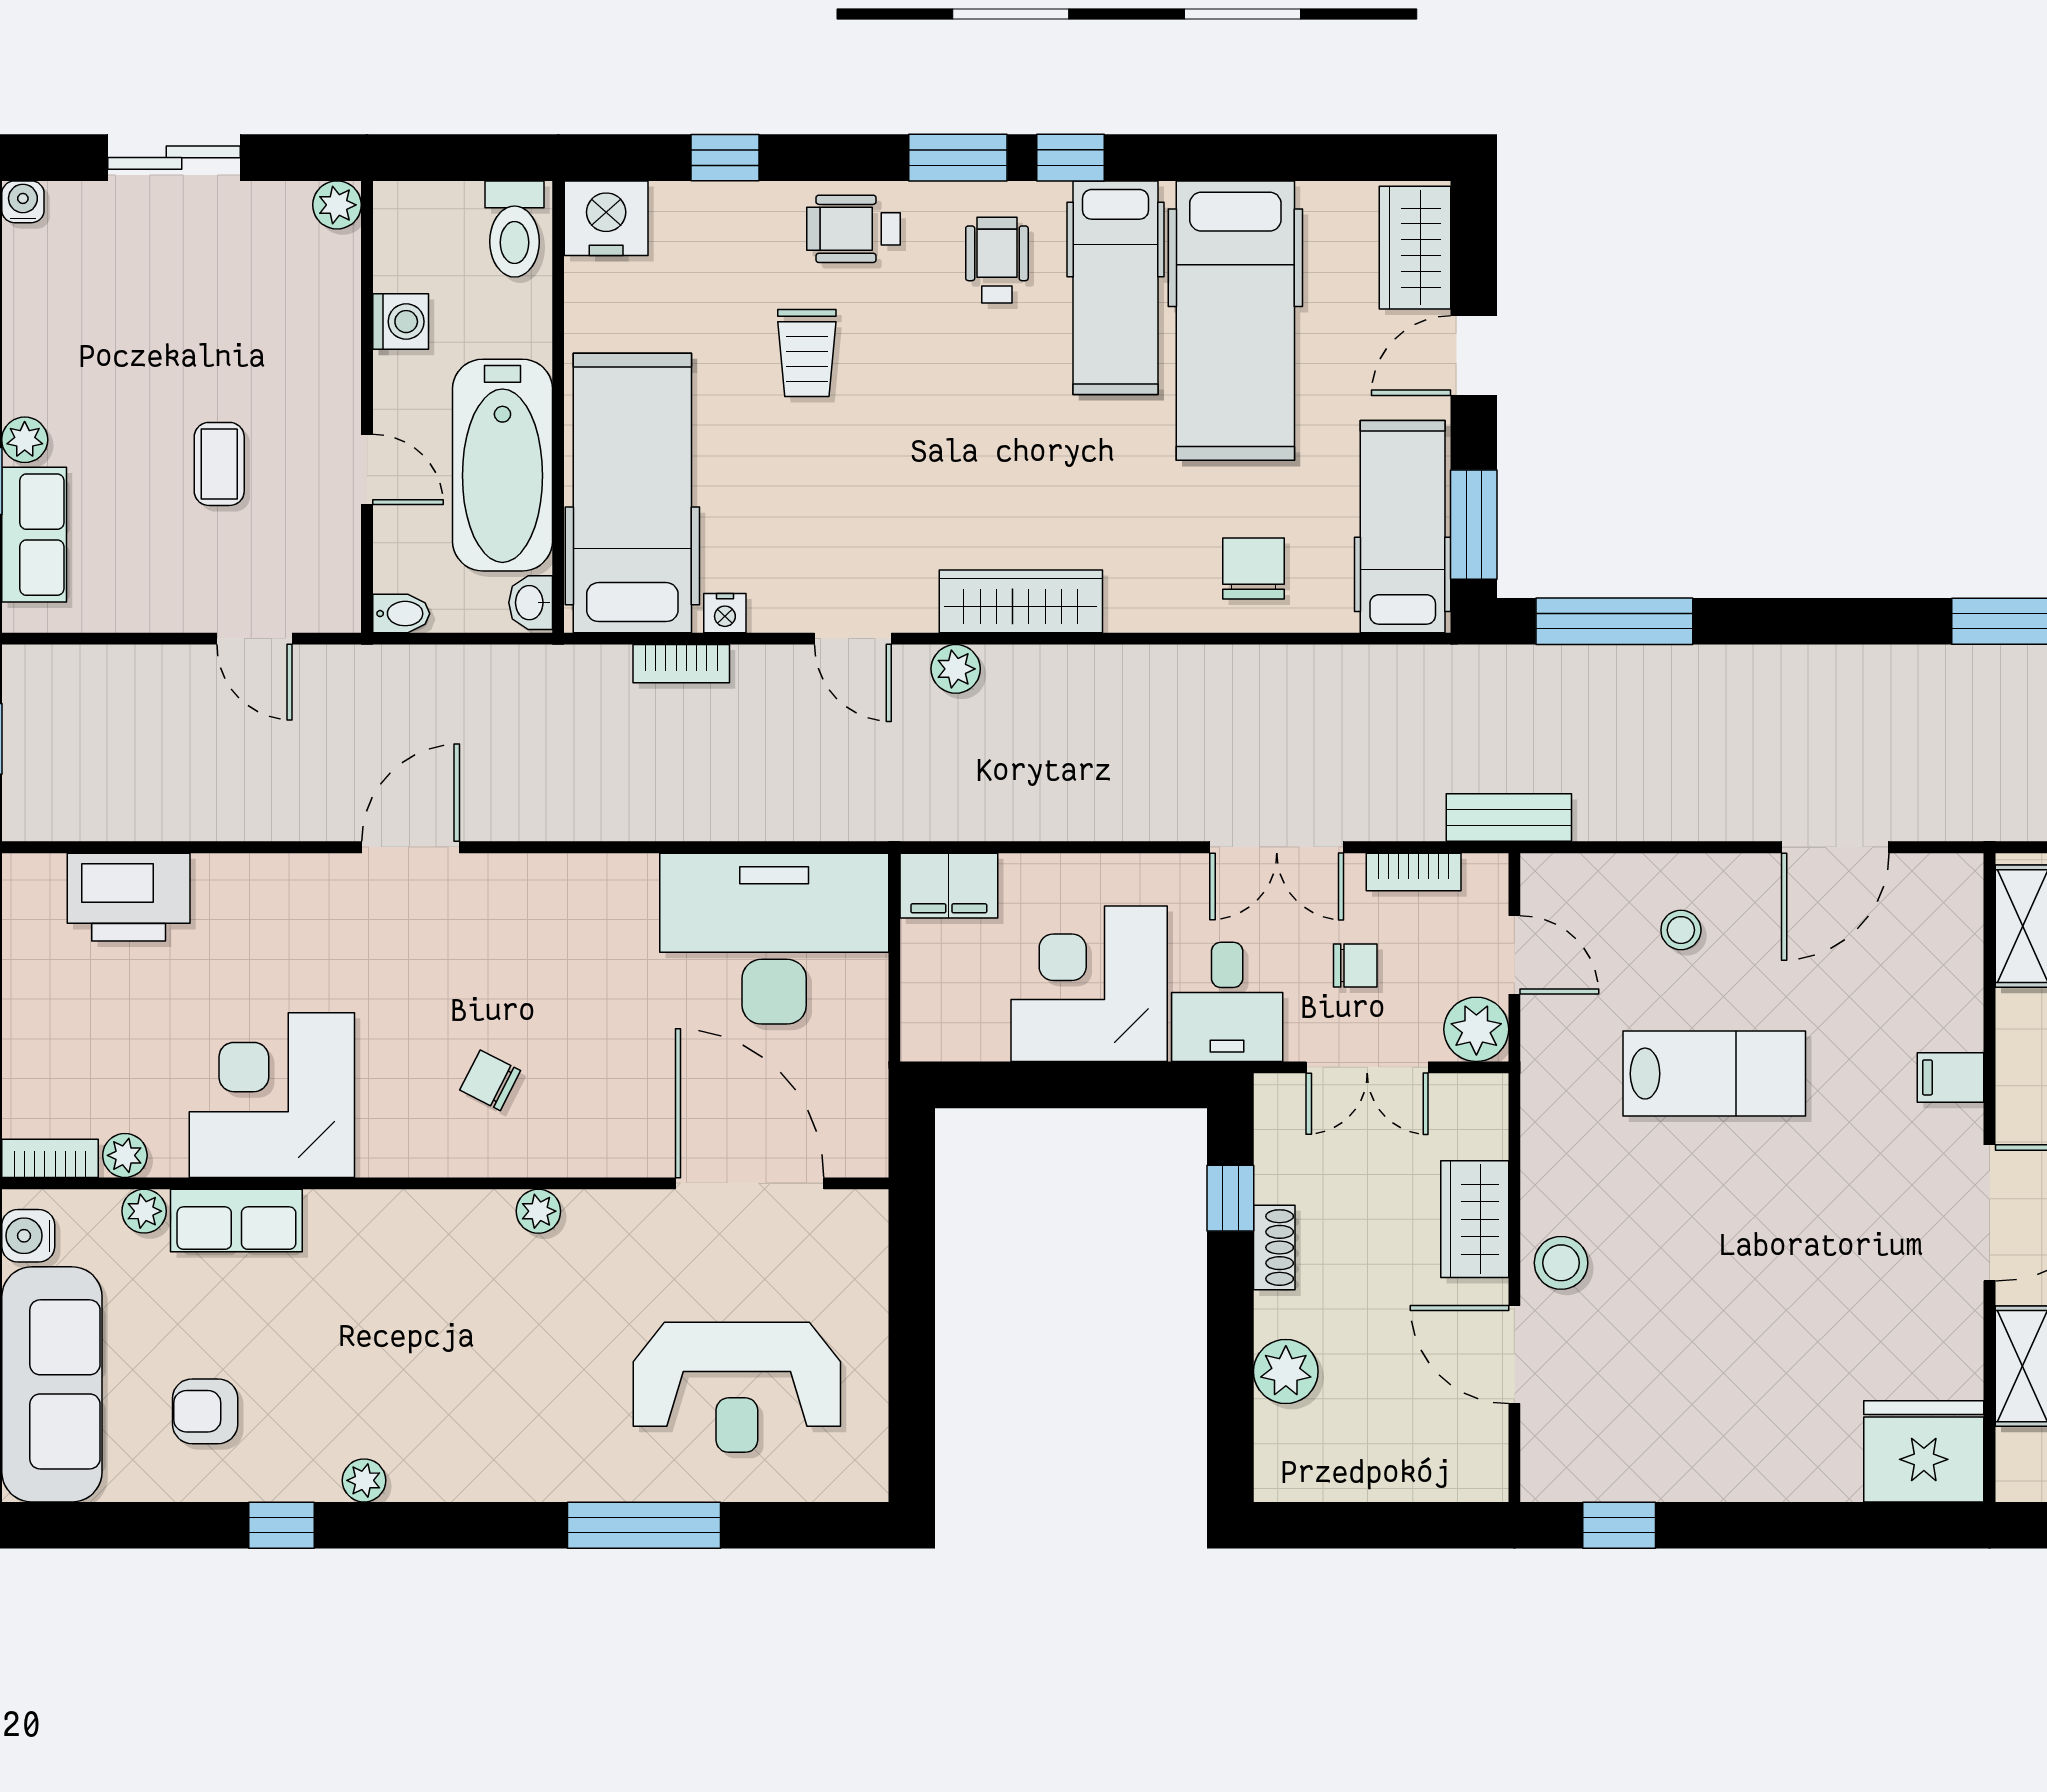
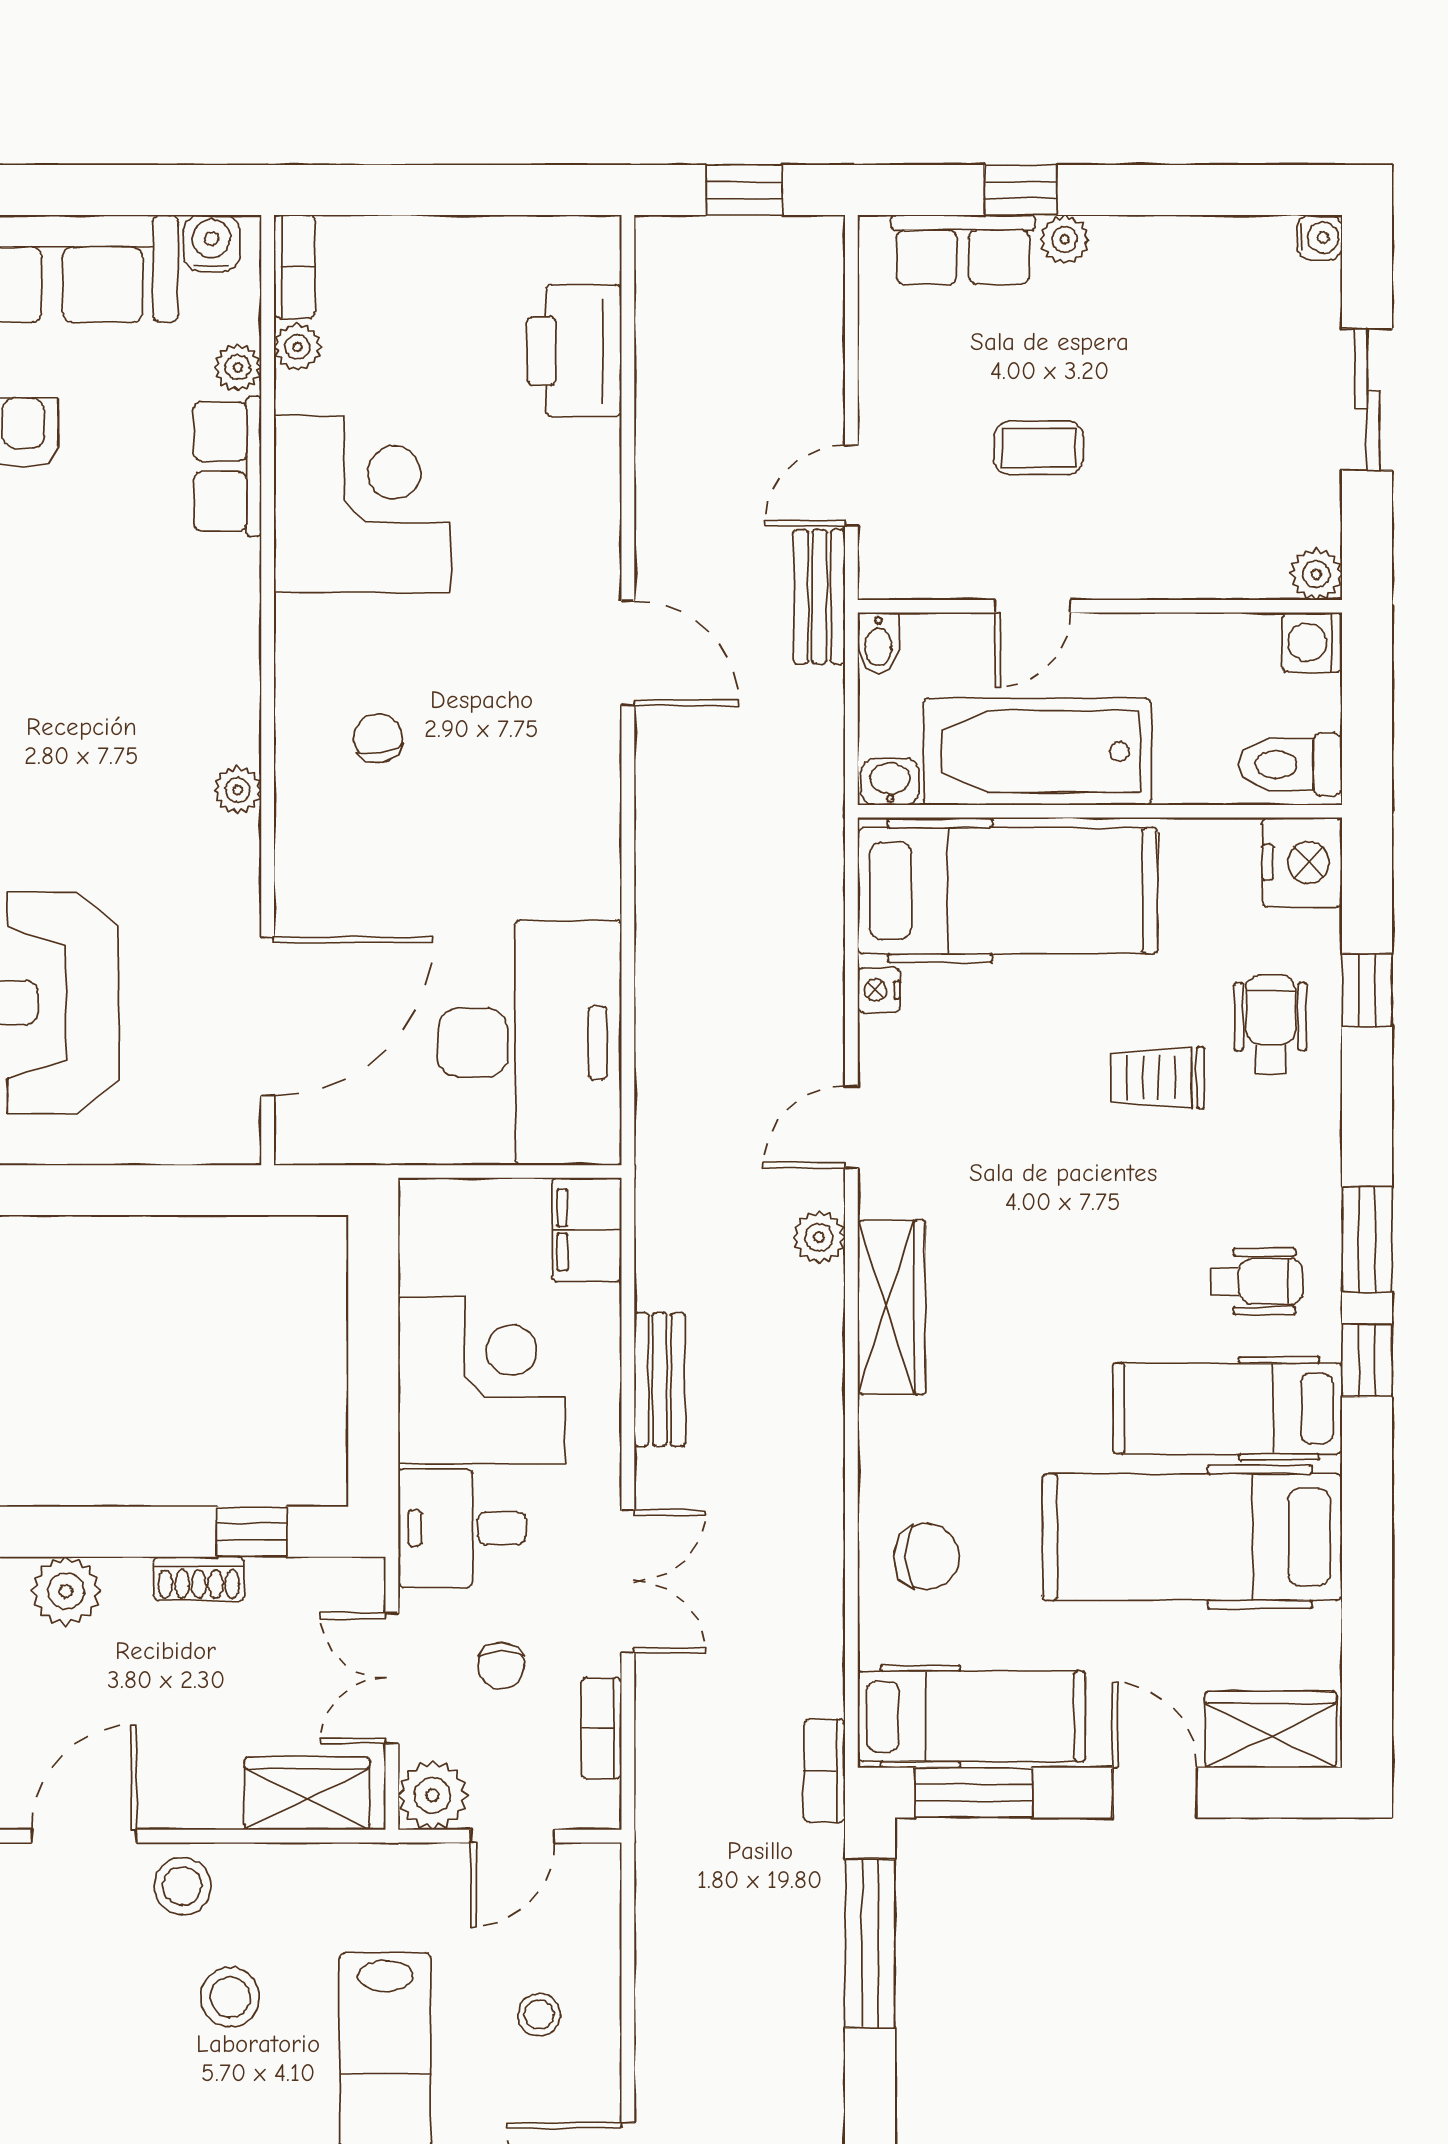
wheelchair: (853, 229) -> (1271, 1024), moved
washing machine: (401, 322) -> (1312, 642), moved, turned 90
bookcase: (681, 664) -> (825, 1771), moved
bench: (358, 668) -> (820, 597), added
bench: (1509, 818) -> (660, 1379), moved
double door: (1277, 847) -> (628, 1581), swing flipped
chair: (490, 1080) -> (378, 738), turned -37
stool: (1665, 1218) -> (230, 1997), added
wardrobe: (1475, 1219) -> (307, 1794), moved

